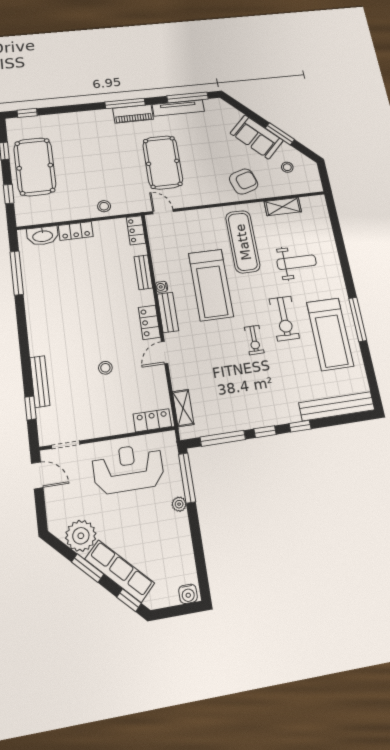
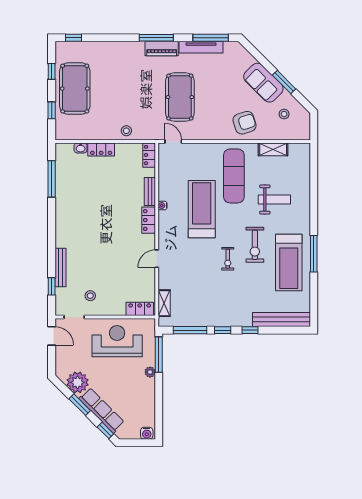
washbasin: (43, 236) -> (81, 148), width x0.52, depth x0.69
treadmill: (211, 285) -> (202, 209), turned 180
bench: (168, 312) -> (164, 227), removed
locker: (149, 322) -> (149, 220), moved
stool: (105, 368) -> (90, 296), moved

